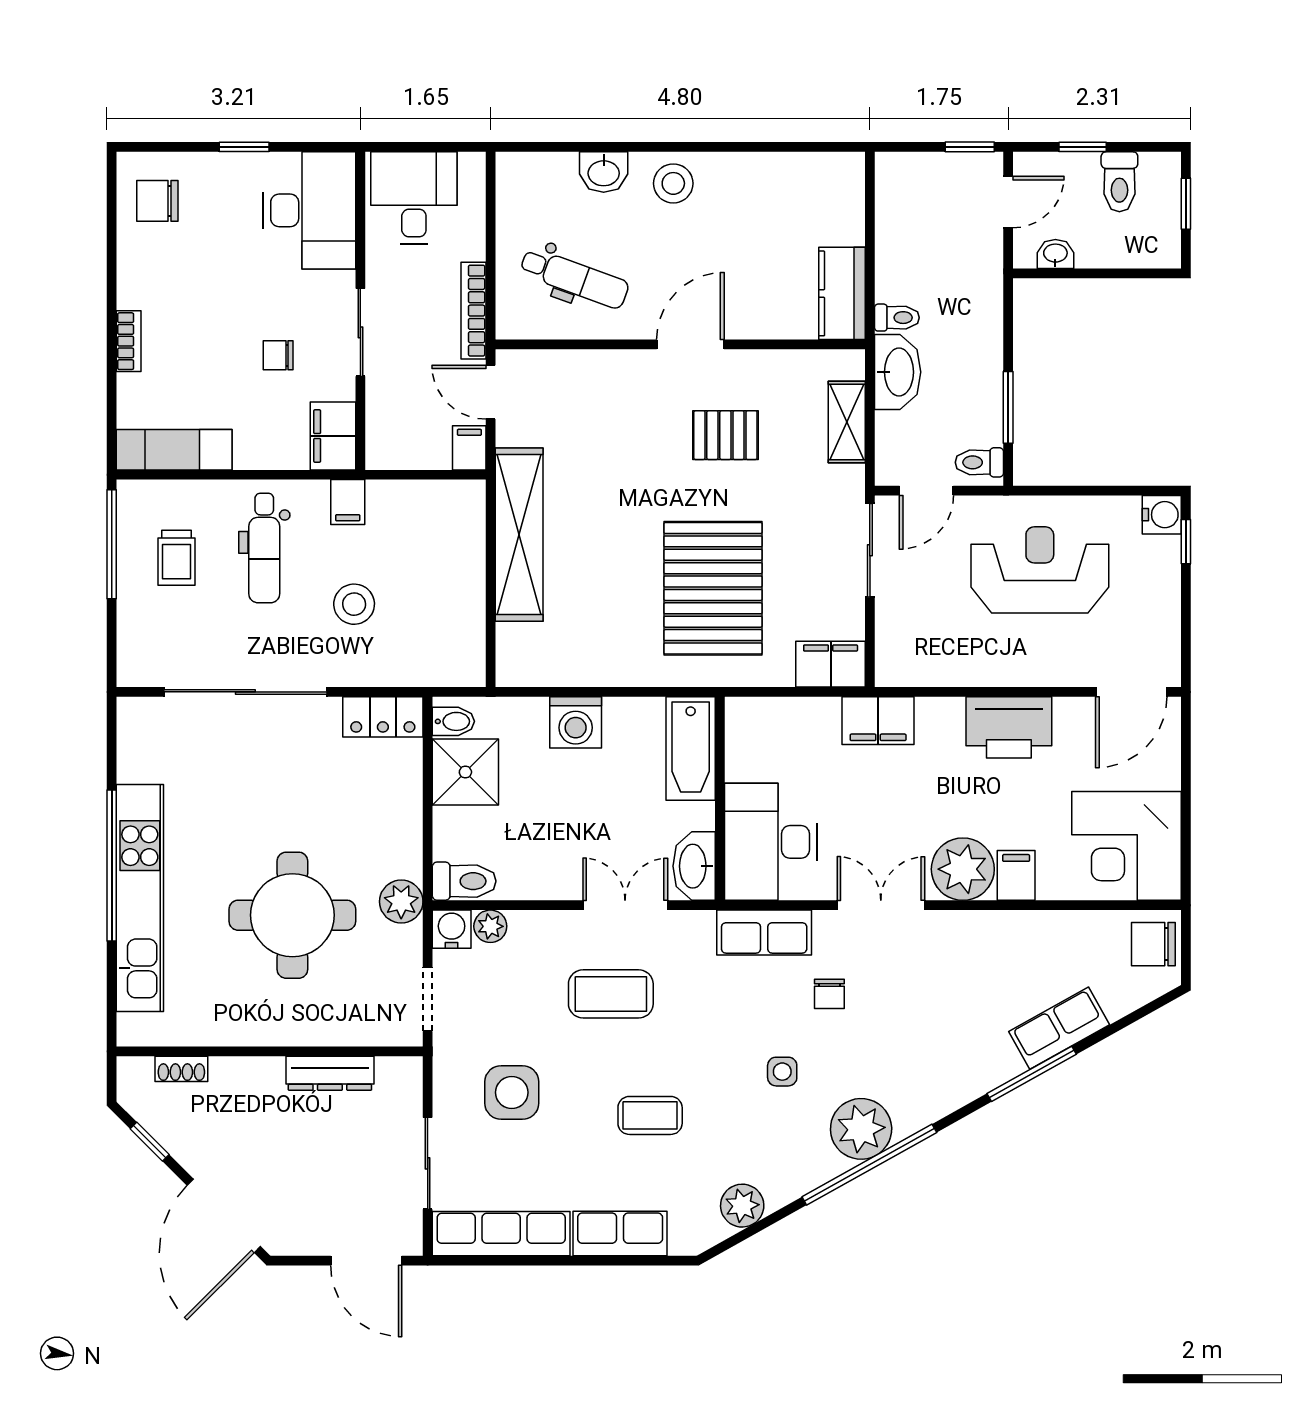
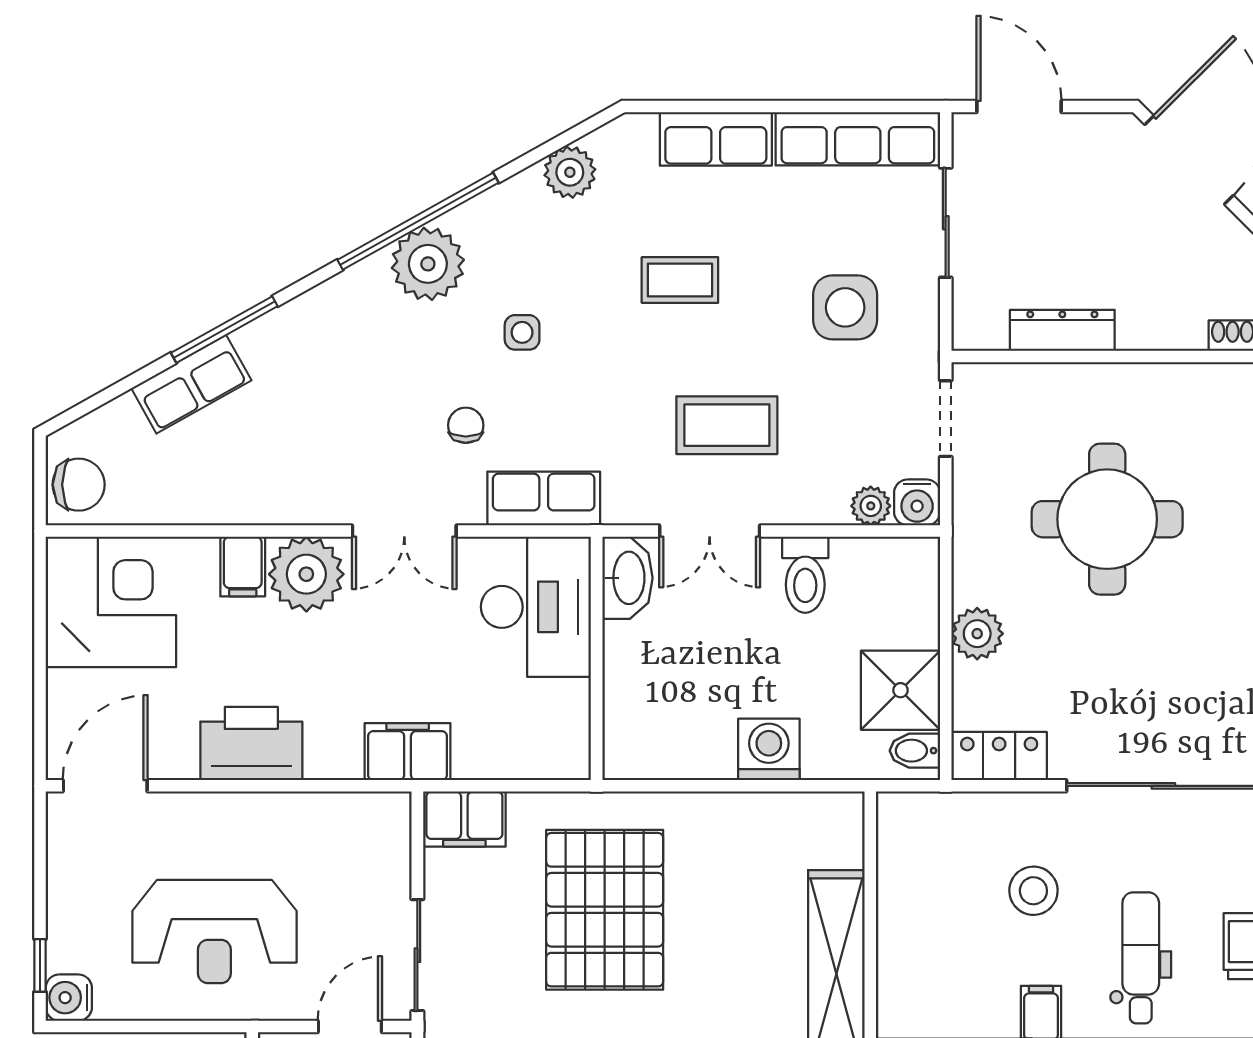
bathtub: (691, 749) -> (631, 718), removed
toilet: (464, 881) -> (805, 575), moved, turned -90
plant: (401, 902) -> (977, 634), moved

